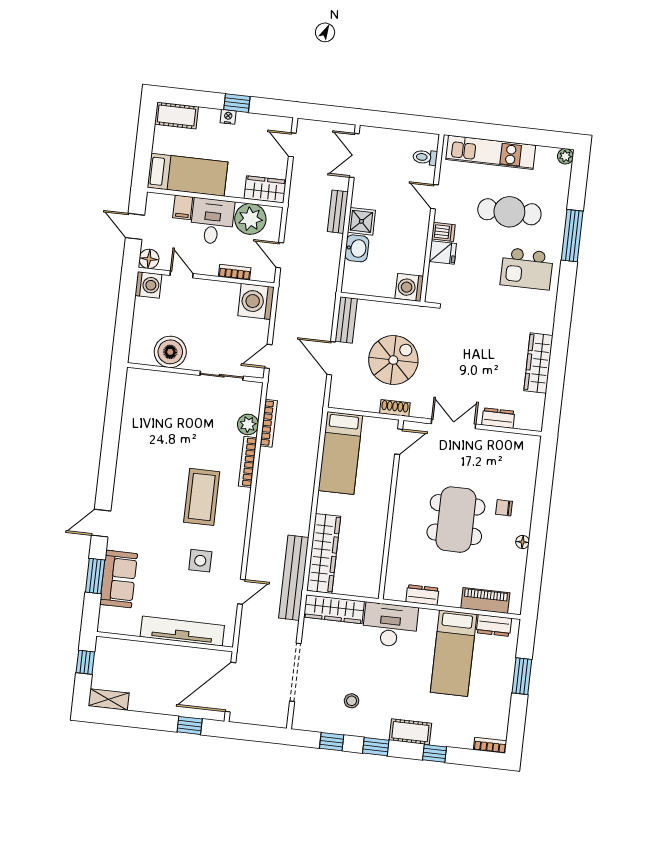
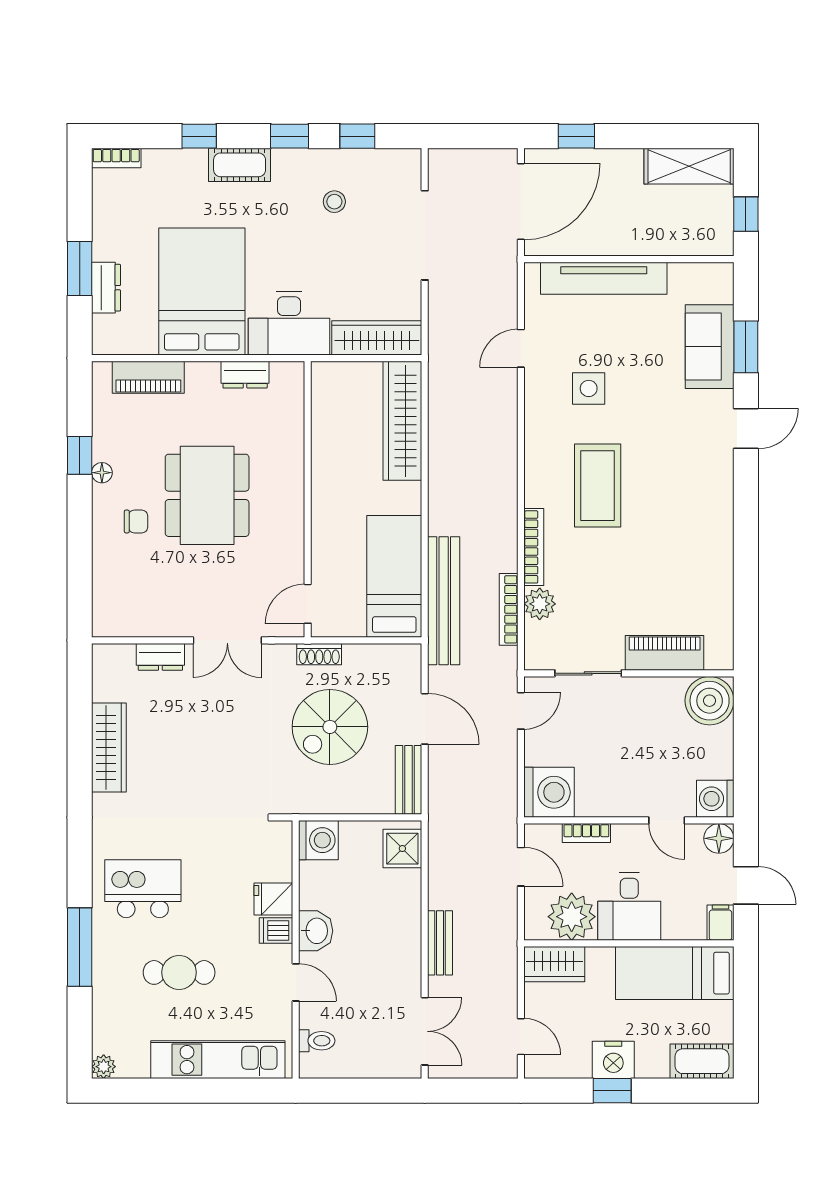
nightstand: (228, 117) -> (613, 1060), width x1.89, depth x1.79
filing cabinet: (183, 207) -> (720, 923), moved
cafe table: (509, 212) -> (179, 972), width x0.73, depth x0.74
shower: (361, 221) -> (402, 849), moved
washbasin: (357, 248) -> (316, 931), moved, turned 180
boiler: (170, 352) -> (710, 701), moved
piano: (171, 383) -> (665, 653), added
window: (536, 555) -> (80, 455), added
bench: (294, 578) -> (444, 601), moved
dresser: (494, 625) -> (106, 288), moved, turned 90
bed: (454, 653) -> (202, 292), width x1.50
shelving: (109, 699) -> (689, 166), width x1.50, depth x1.33

